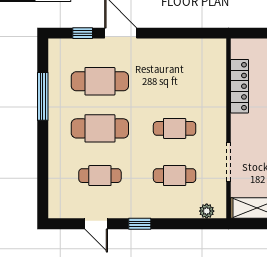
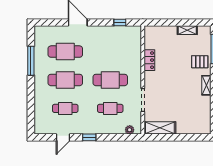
window: (83, 33) -> (120, 23), moved
locker: (240, 86) -> (149, 60), width x0.66
cafe table: (175, 128) -> (110, 80), width x1.37, depth x1.35
door: (96, 224) -> (63, 137), hinge flipped

